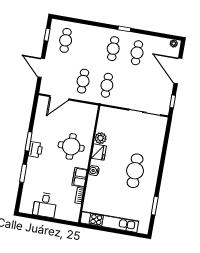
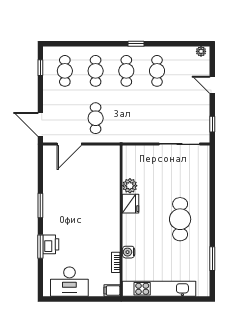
door: (41, 68) -> (40, 124), moved
door: (178, 71) -> (212, 85), width x0.53
cafe table: (107, 85) -> (96, 71), moved
round table: (71, 146) -> (95, 203), removed
printer: (35, 150) -> (51, 244), moved
water cooler: (94, 171) -> (128, 252), moved
filing cabinet: (80, 177) -> (112, 291), moved, width x0.50
desk: (45, 205) -> (69, 282), width x1.37

